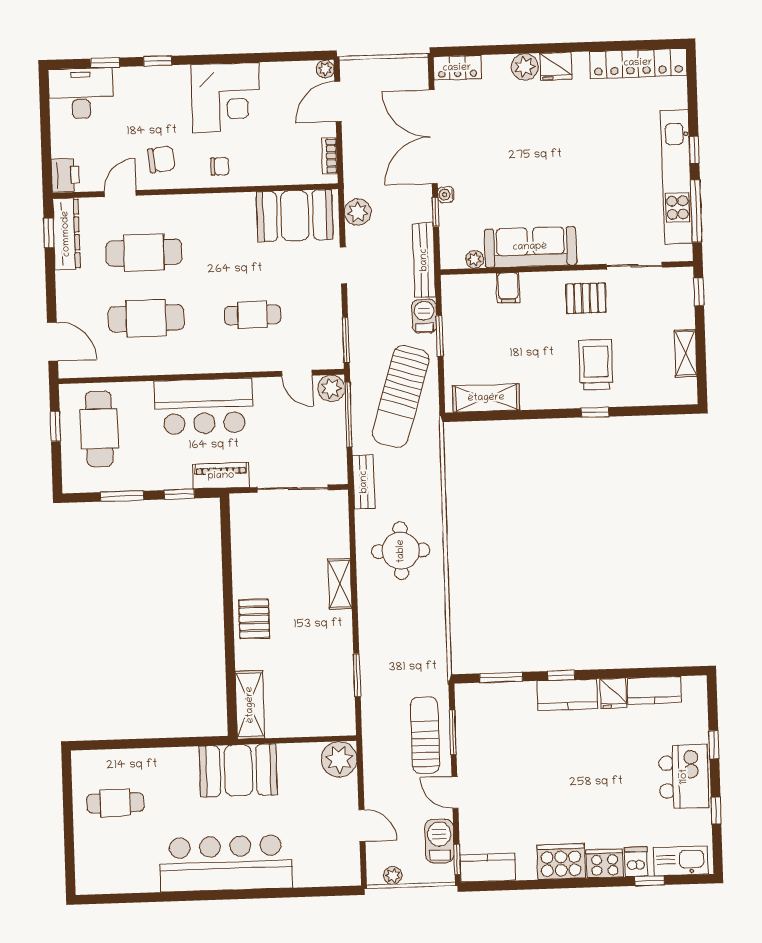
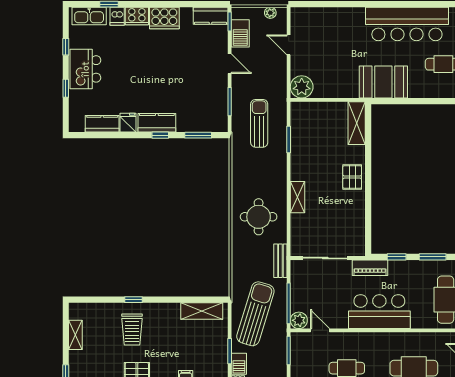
sun lounger: (425, 735) -> (259, 123), moved, turned 180
booth: (238, 770) -> (383, 82), moved
bar counter: (226, 863) -> (407, 24), moved

